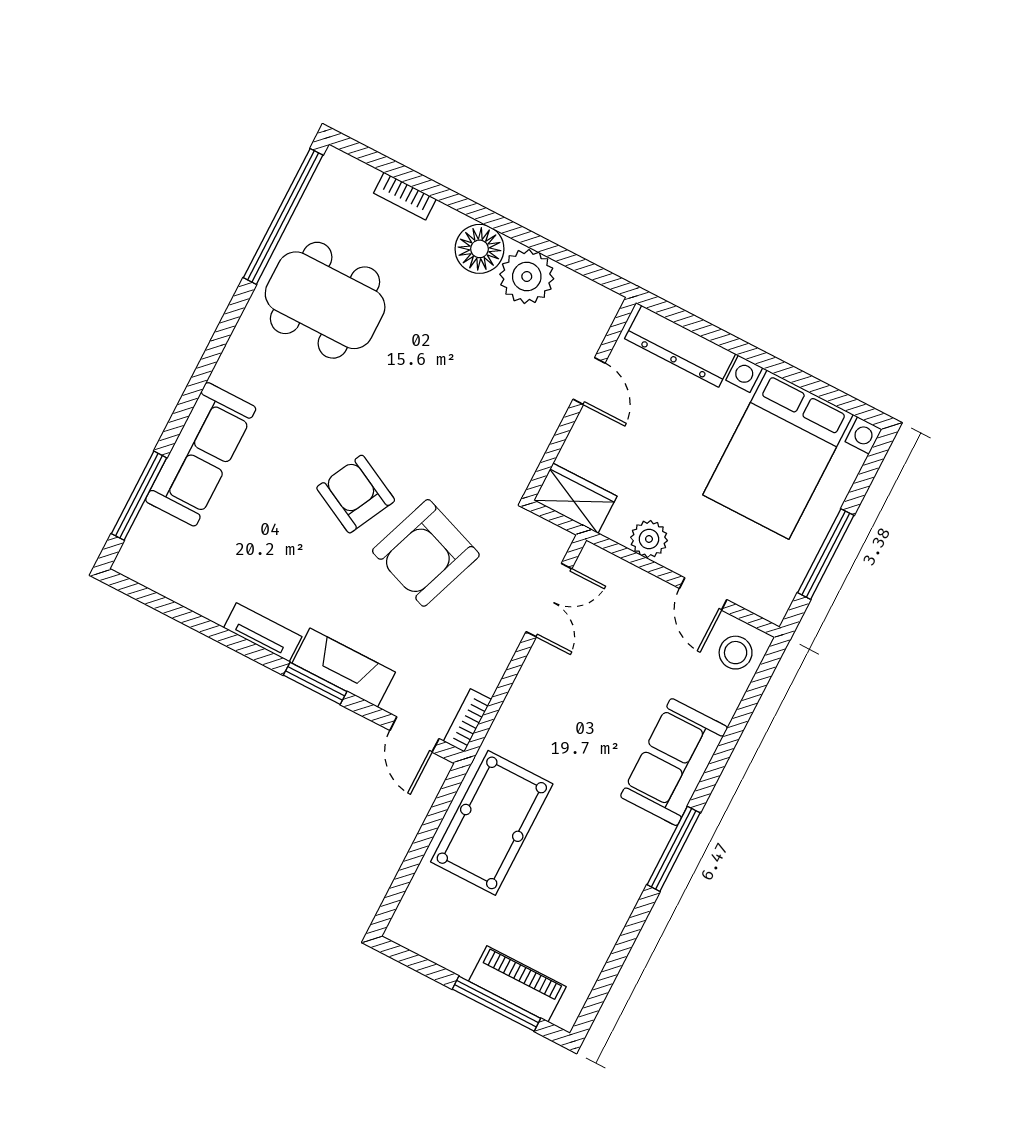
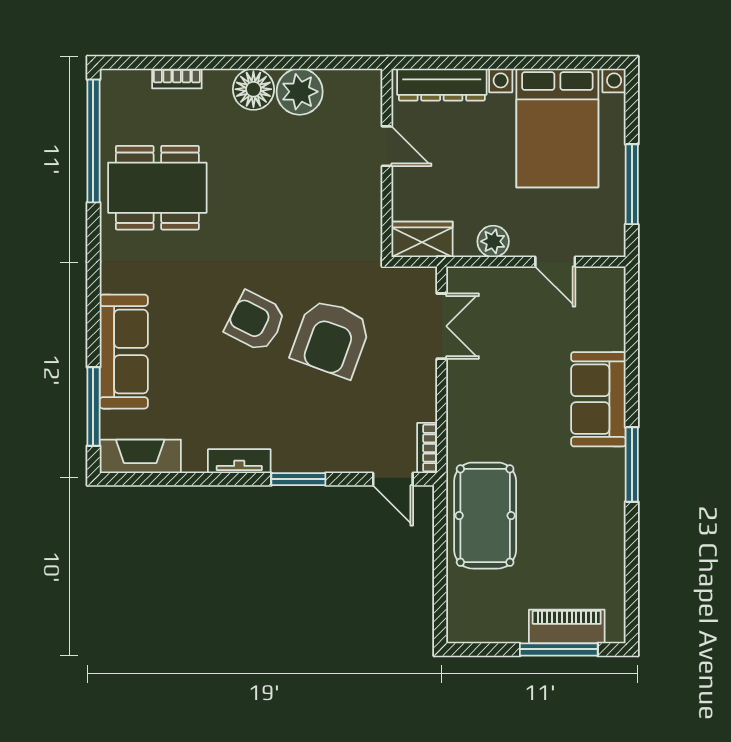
stool: (736, 653) -> (602, 293), removed
fireplace: (344, 668) -> (140, 456), moved

